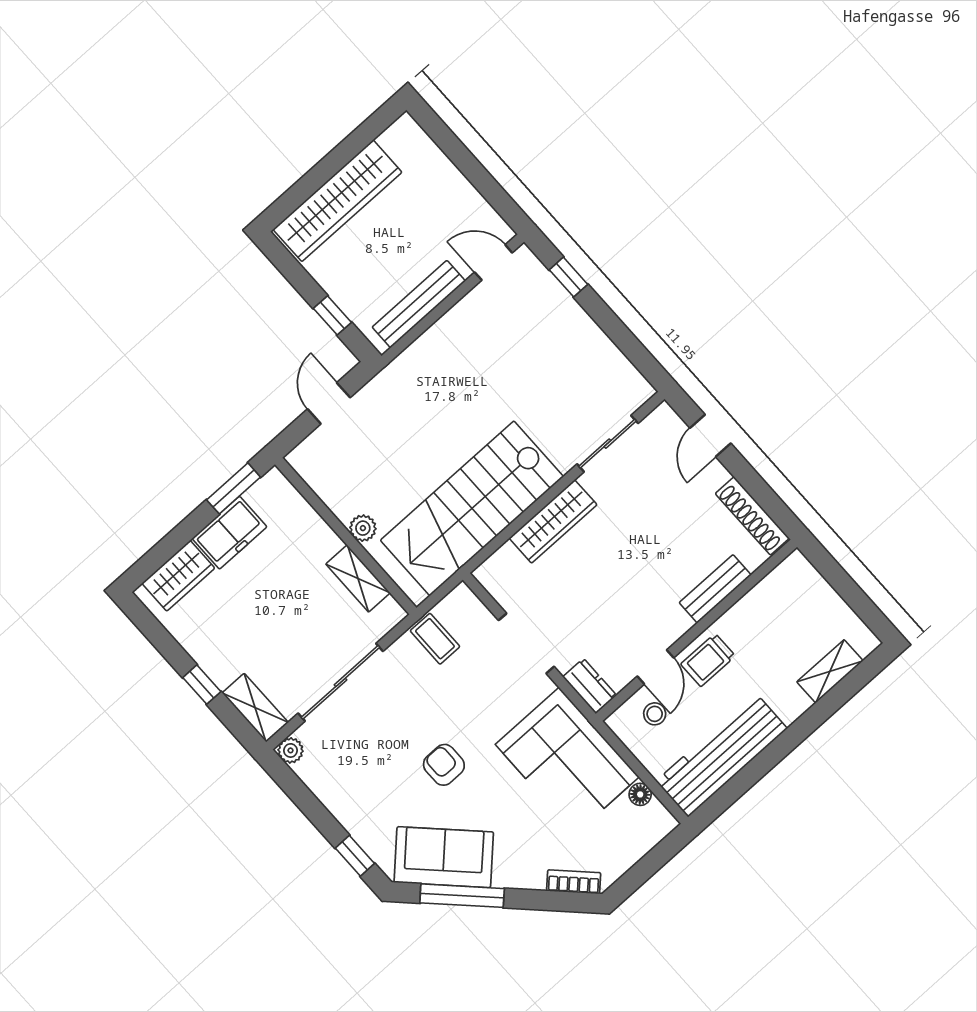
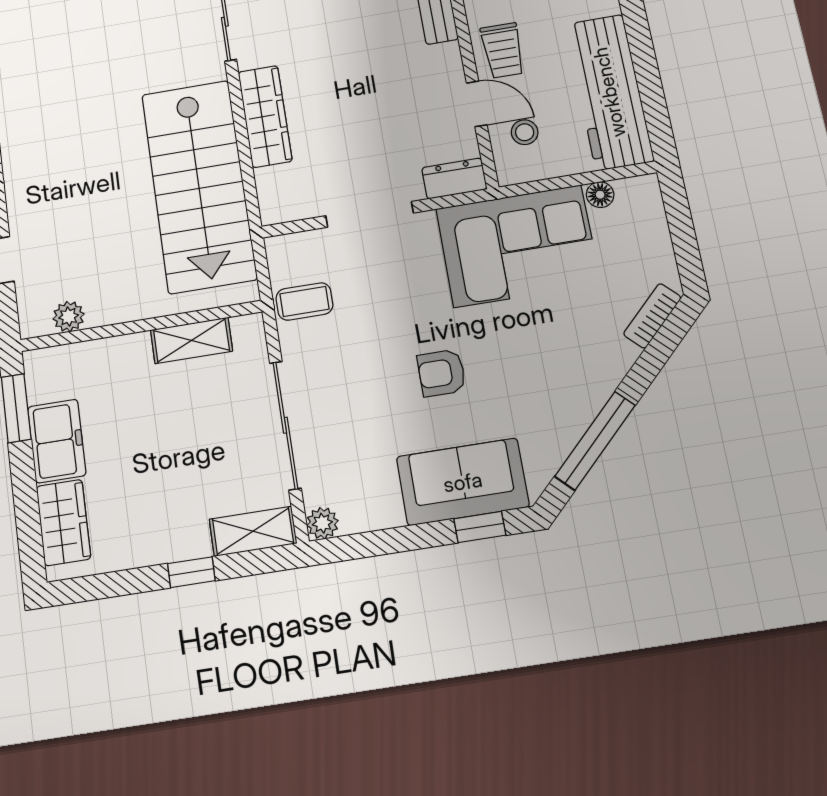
plant: (363, 528) -> (69, 316), moved
sofa: (444, 857) -> (463, 482), moved, turned 45

